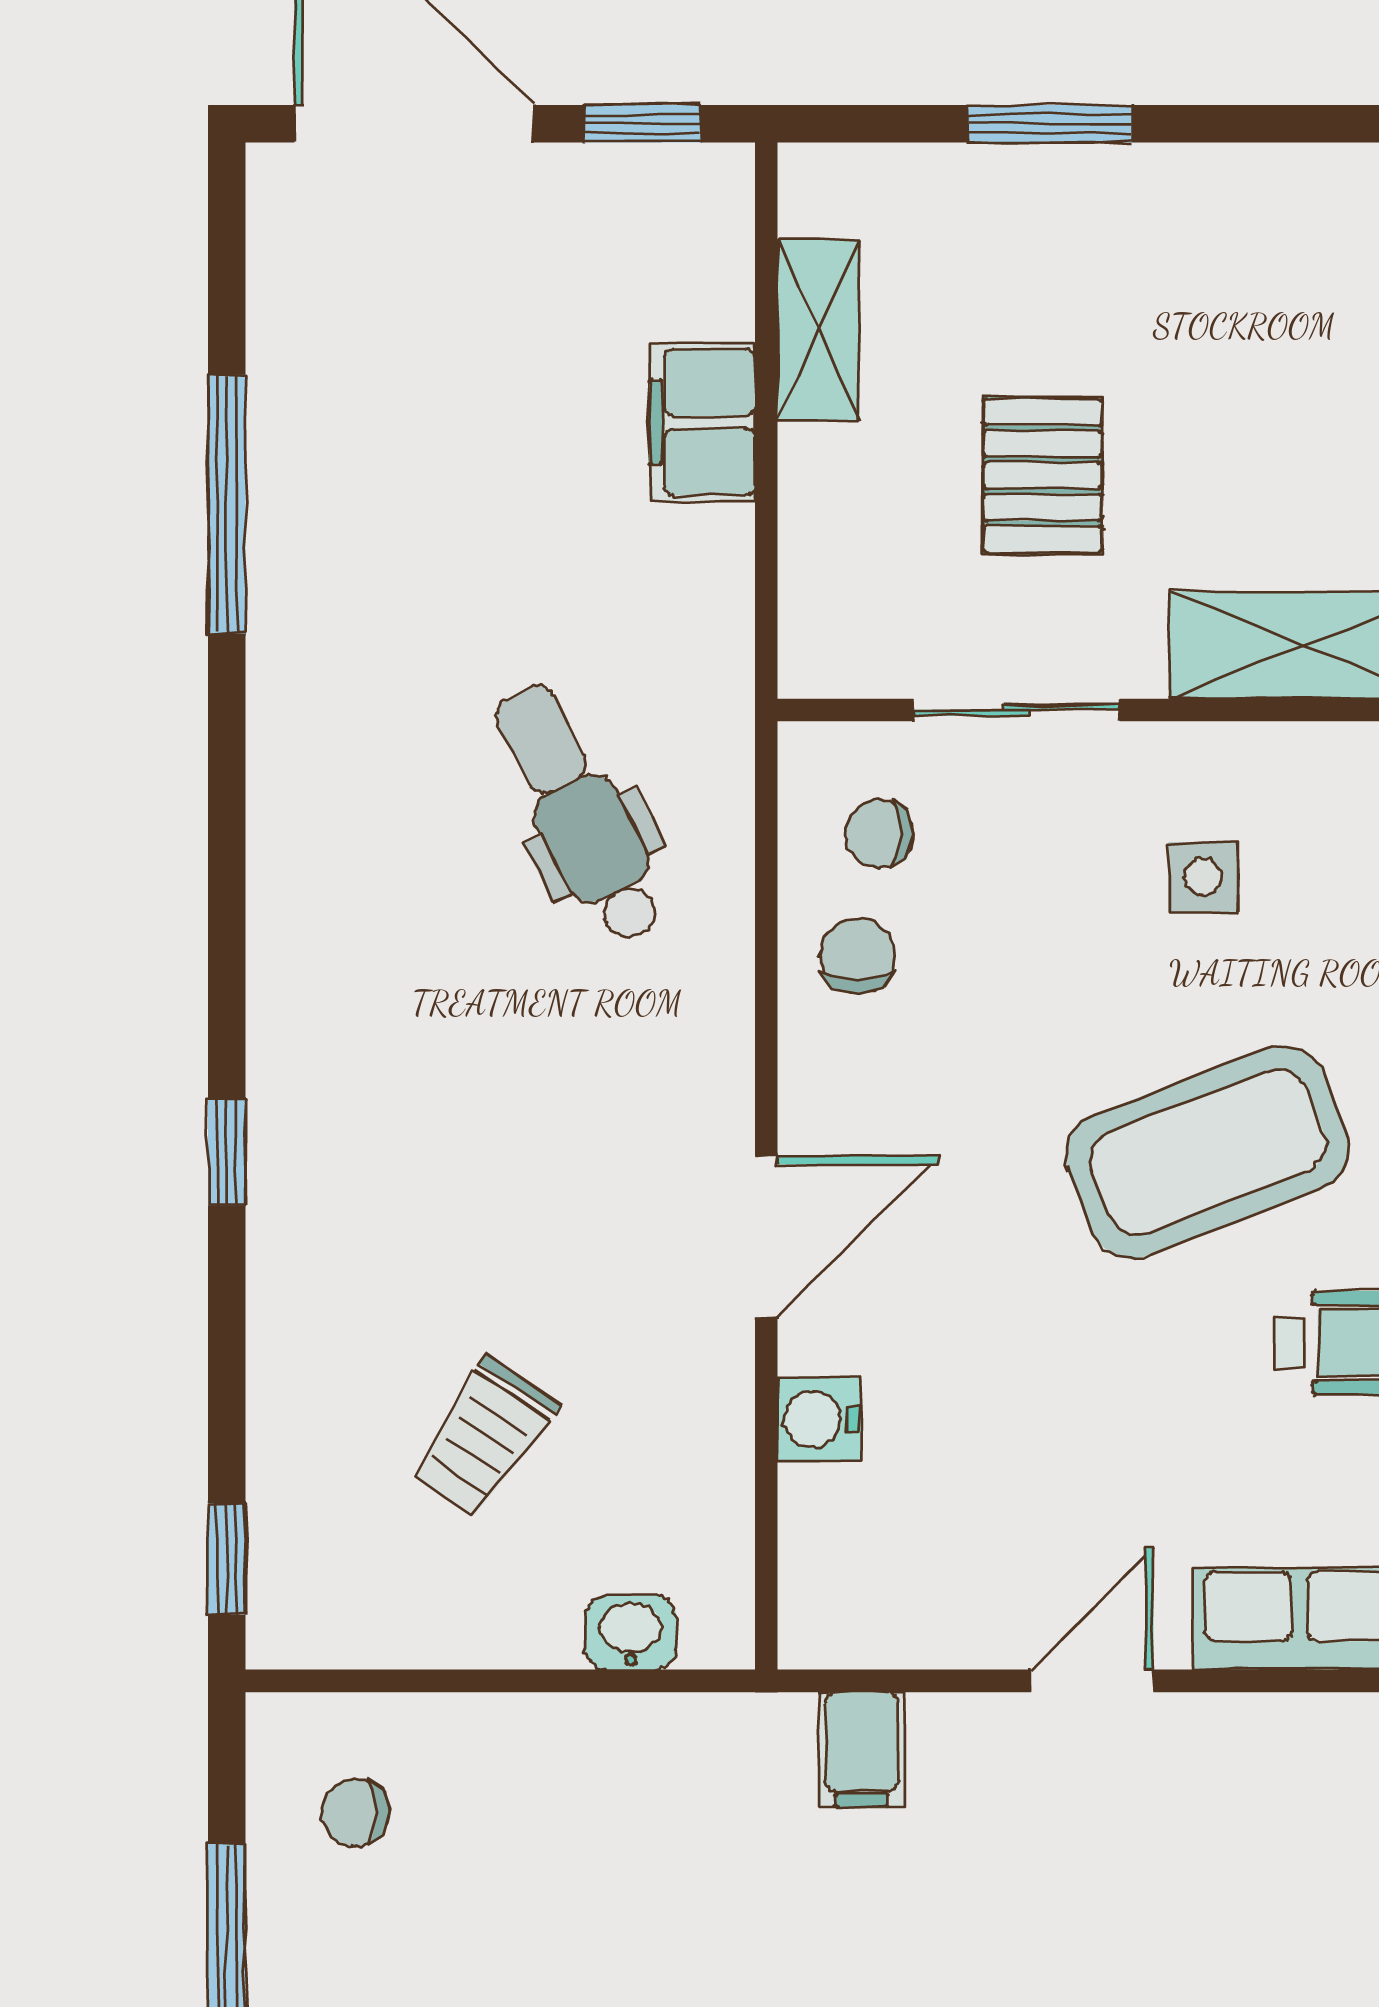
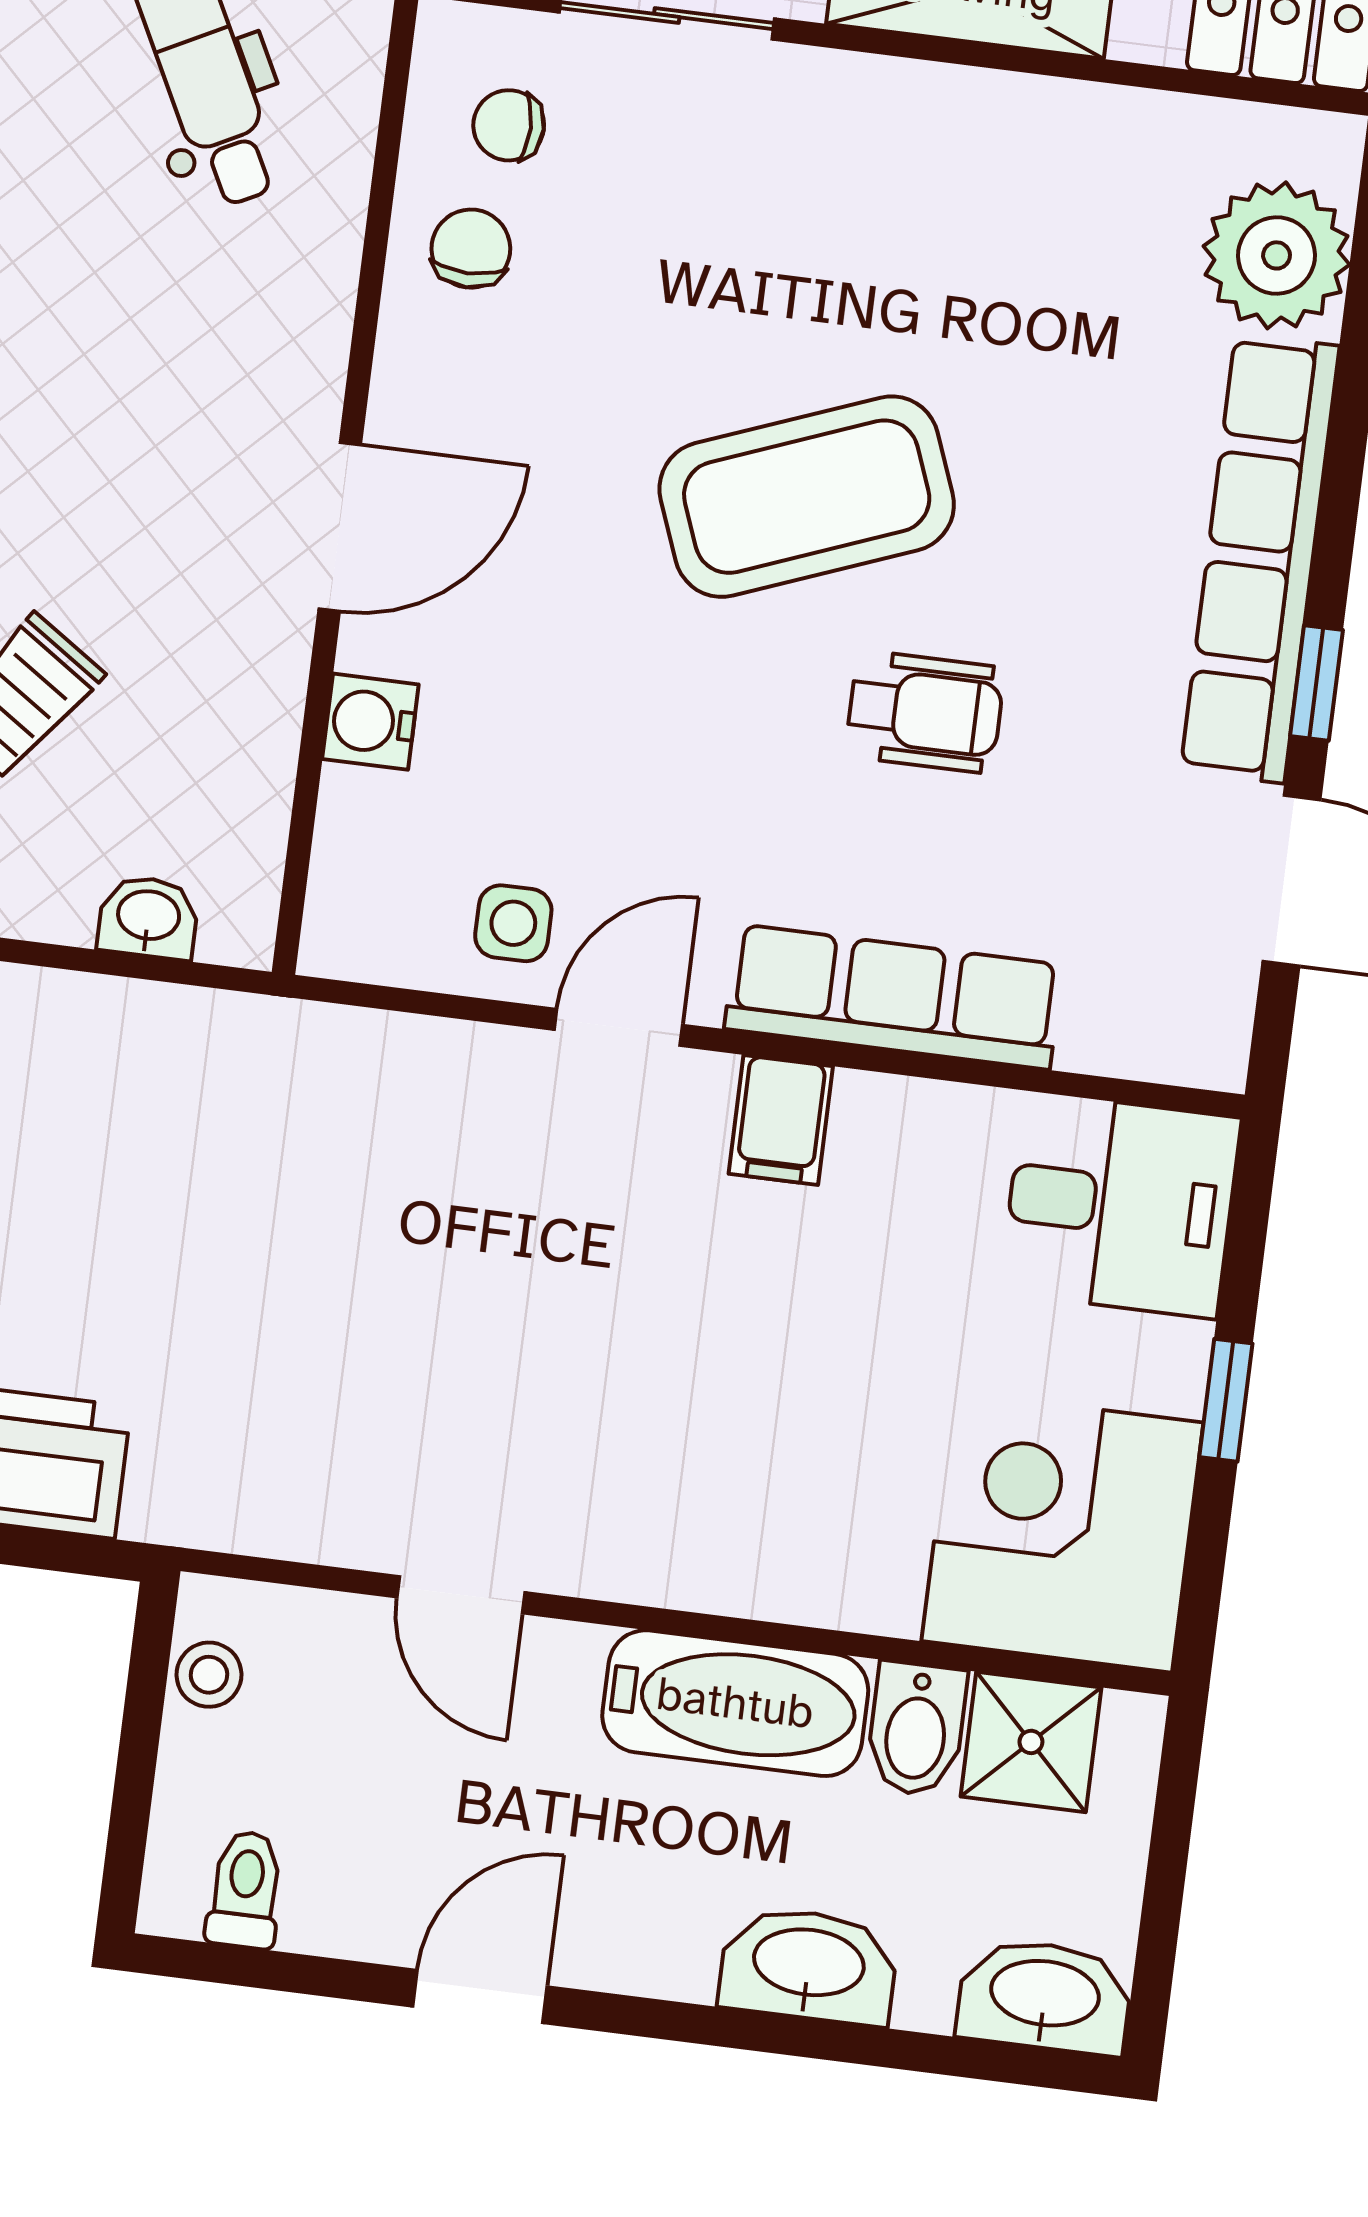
side table: (1203, 877) -> (513, 923), moved
filing cabinet: (862, 1750) -> (781, 1120), moved

